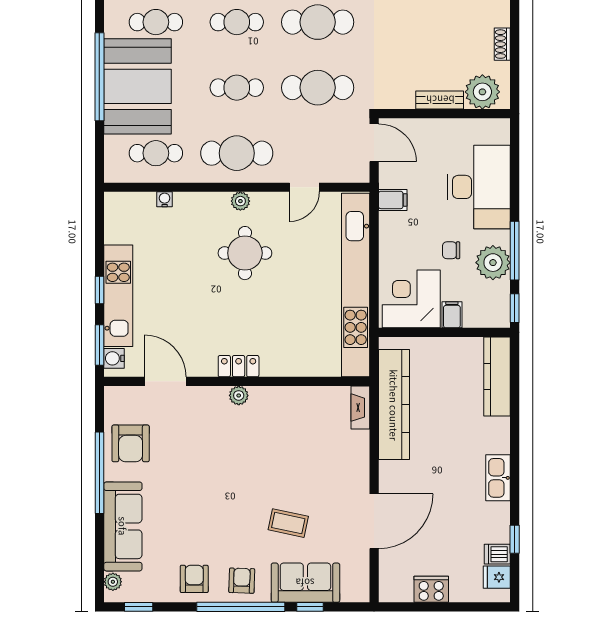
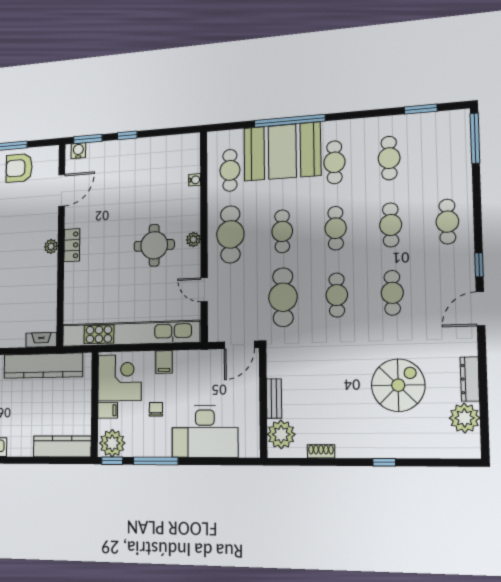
cafe table: (318, 22) -> (337, 295), width x0.73, depth x0.74
filing cabinet: (393, 200) -> (164, 362), moved
plant: (493, 263) -> (112, 443), moved
kitchen unit: (118, 296) -> (123, 150), removed

